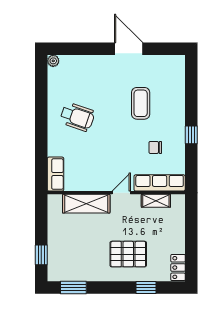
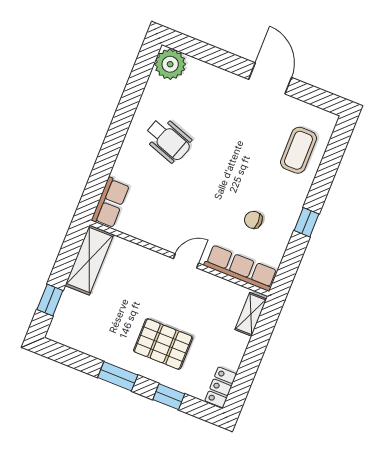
plant: (53, 61) -> (170, 64), width x1.87, depth x1.87
coffee table: (141, 103) -> (298, 150), moved
shelving: (156, 201) -> (251, 314), moved, turned 90
shelving: (86, 204) -> (89, 260), moved, turned 90
window: (73, 288) -> (118, 376), moved

